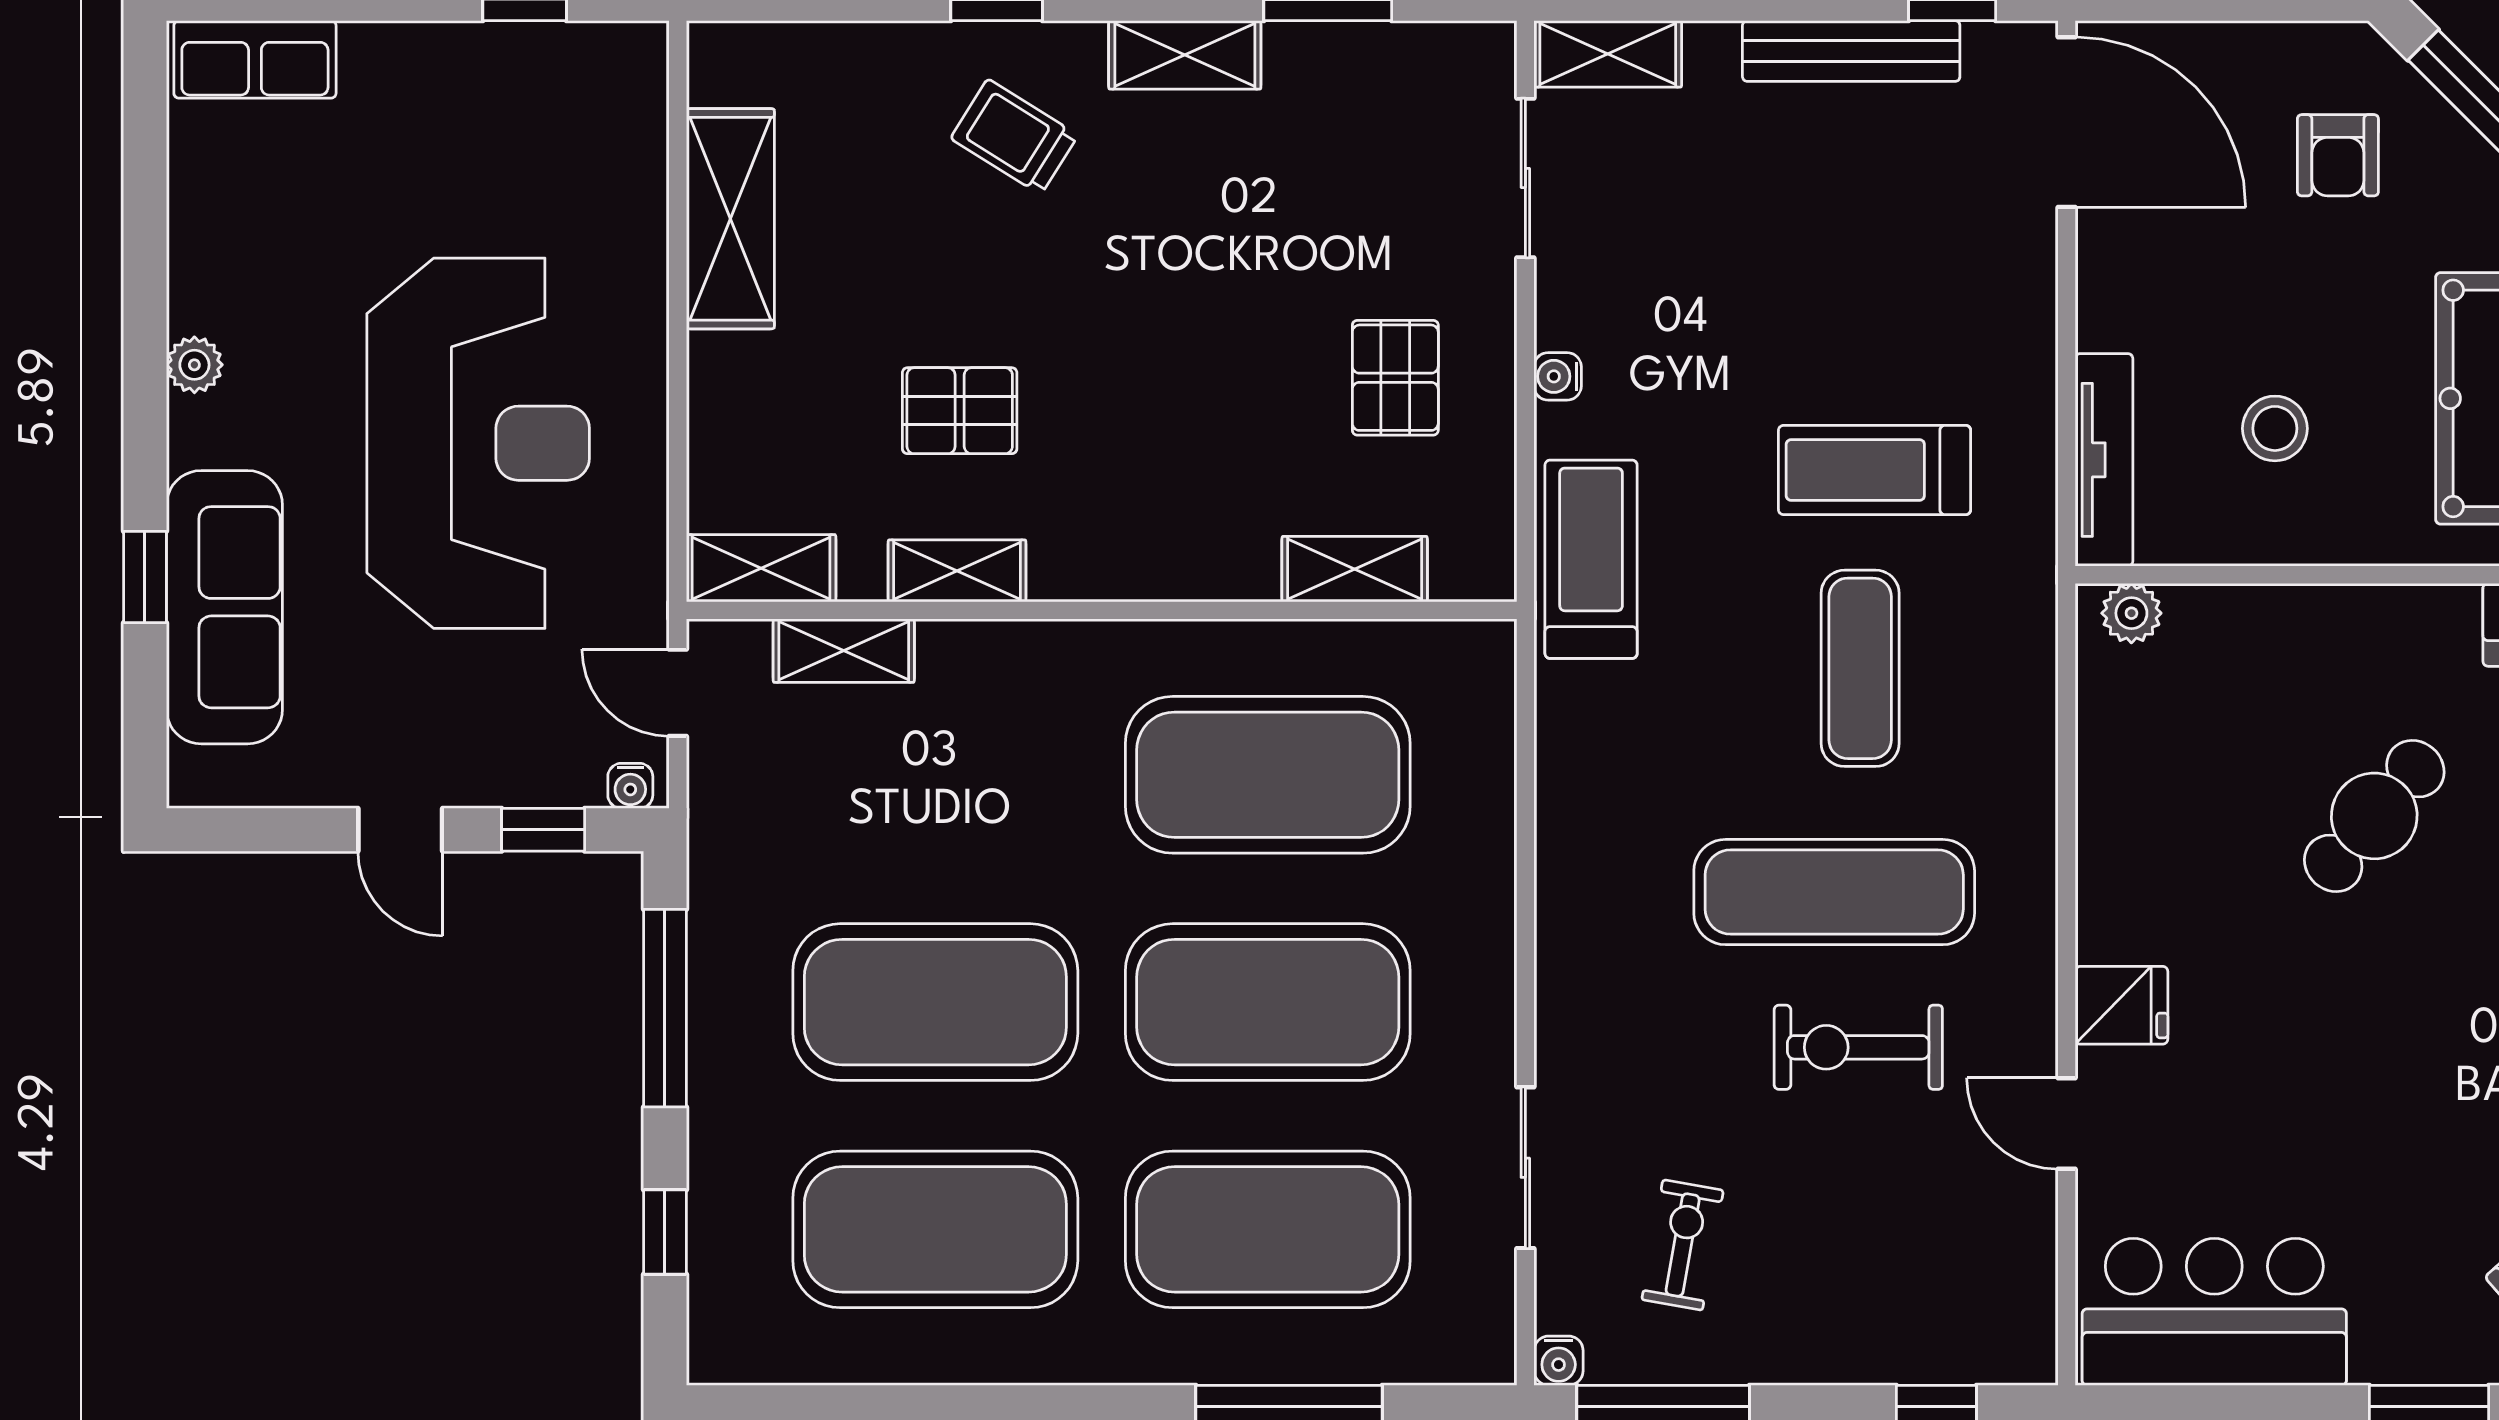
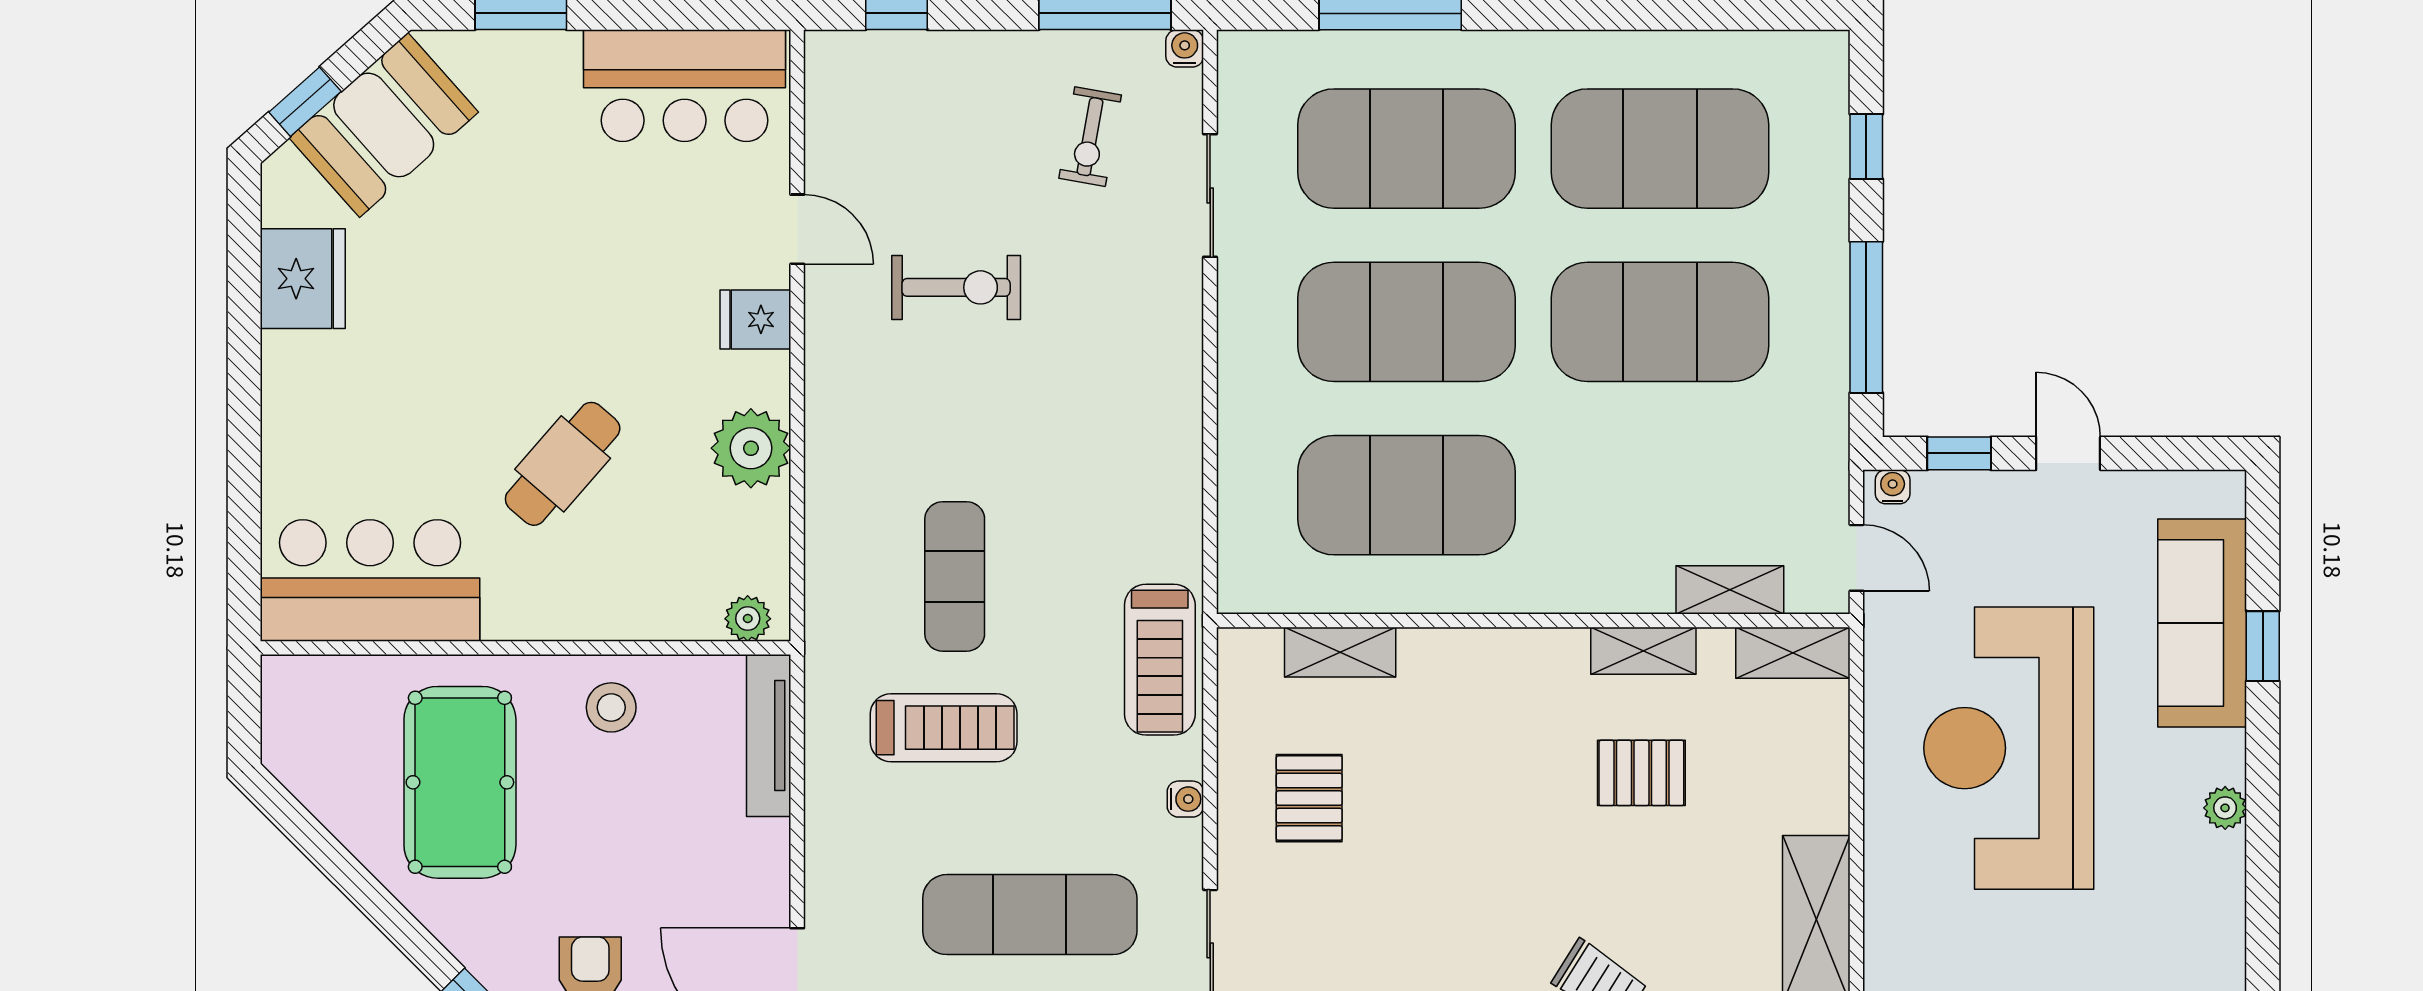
stool: (2275, 428) -> (611, 707), moved
plant: (2127, 836) -> (751, 448), added
exercise mat: (1834, 892) -> (1030, 915), moved

